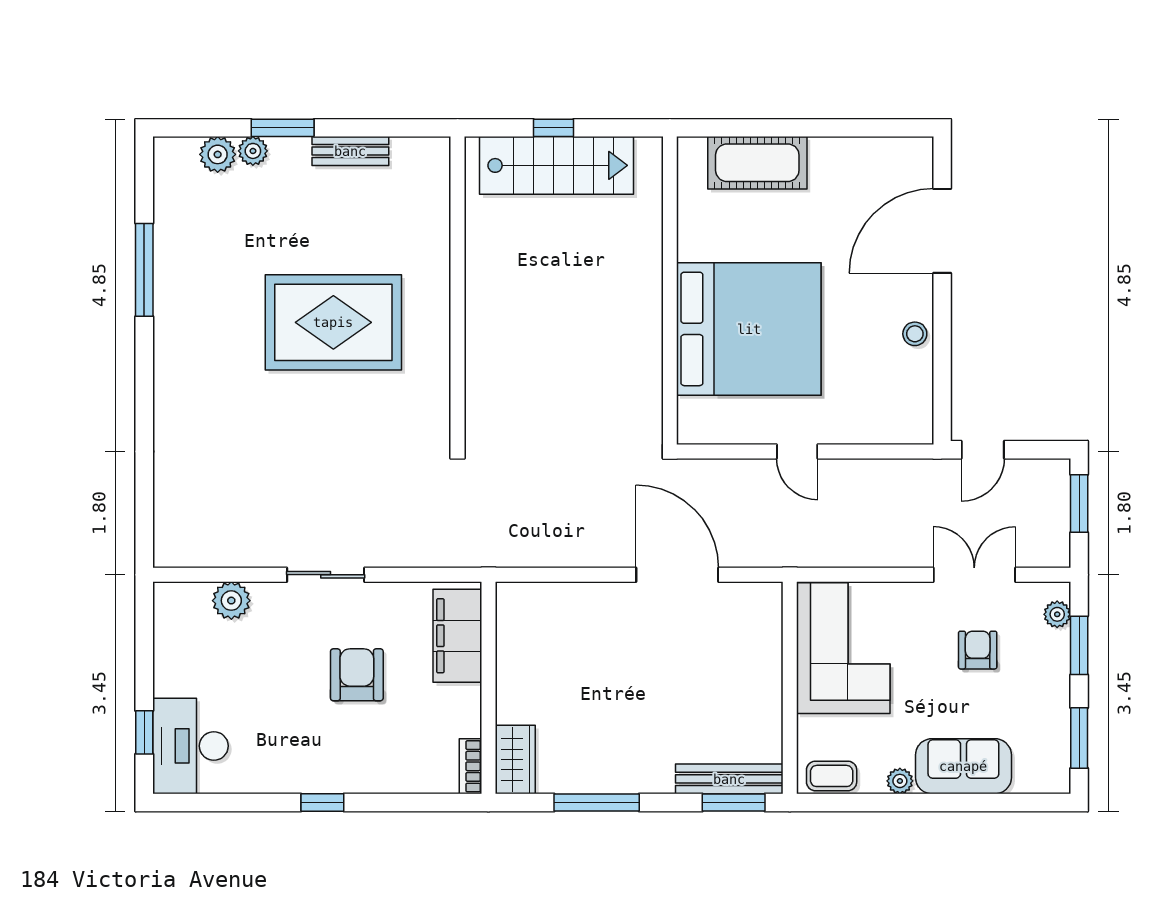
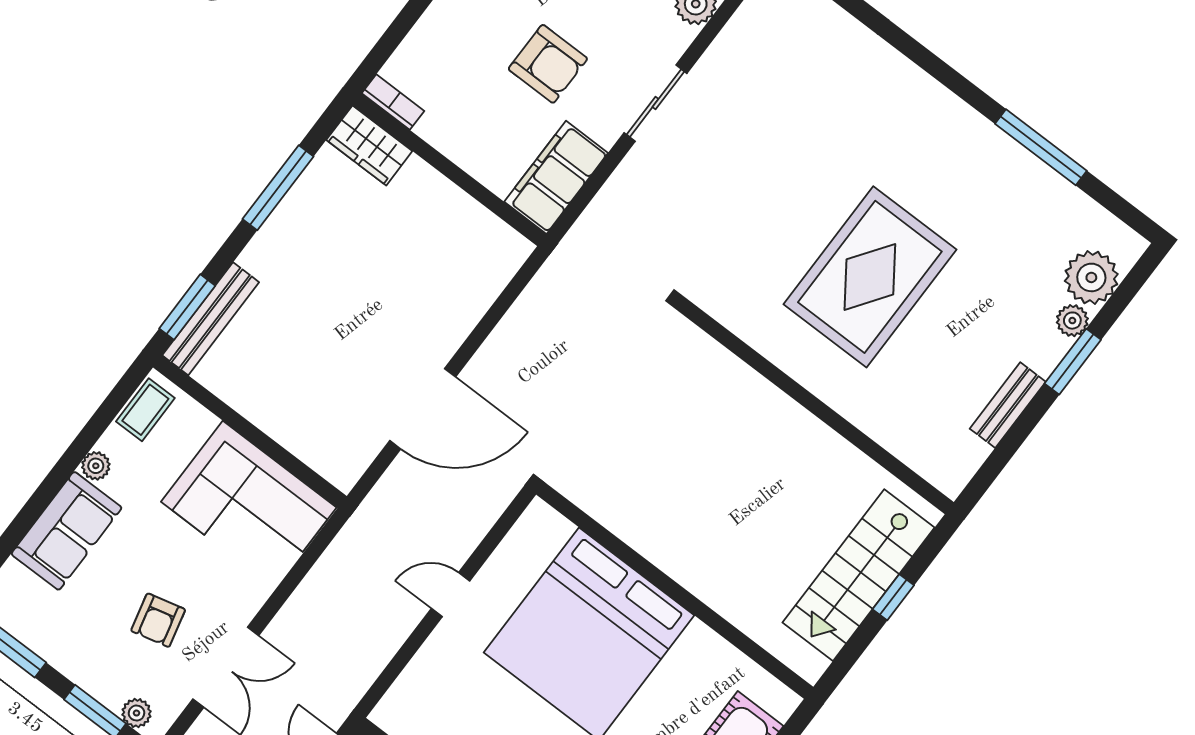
plant: (218, 154) -> (1091, 277), width x1.36, depth x1.36
filing cabinet: (457, 636) -> (556, 177), moved, turned -90
armchair: (978, 650) -> (158, 620), turned 76

